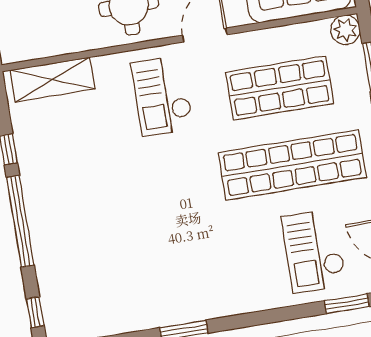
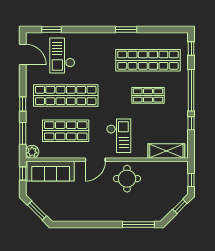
shop shelf: (113, 194) -> (148, 95), added
checkout: (314, 251) -> (62, 56), turned 180
shop shelf: (125, 271) -> (148, 60), added

